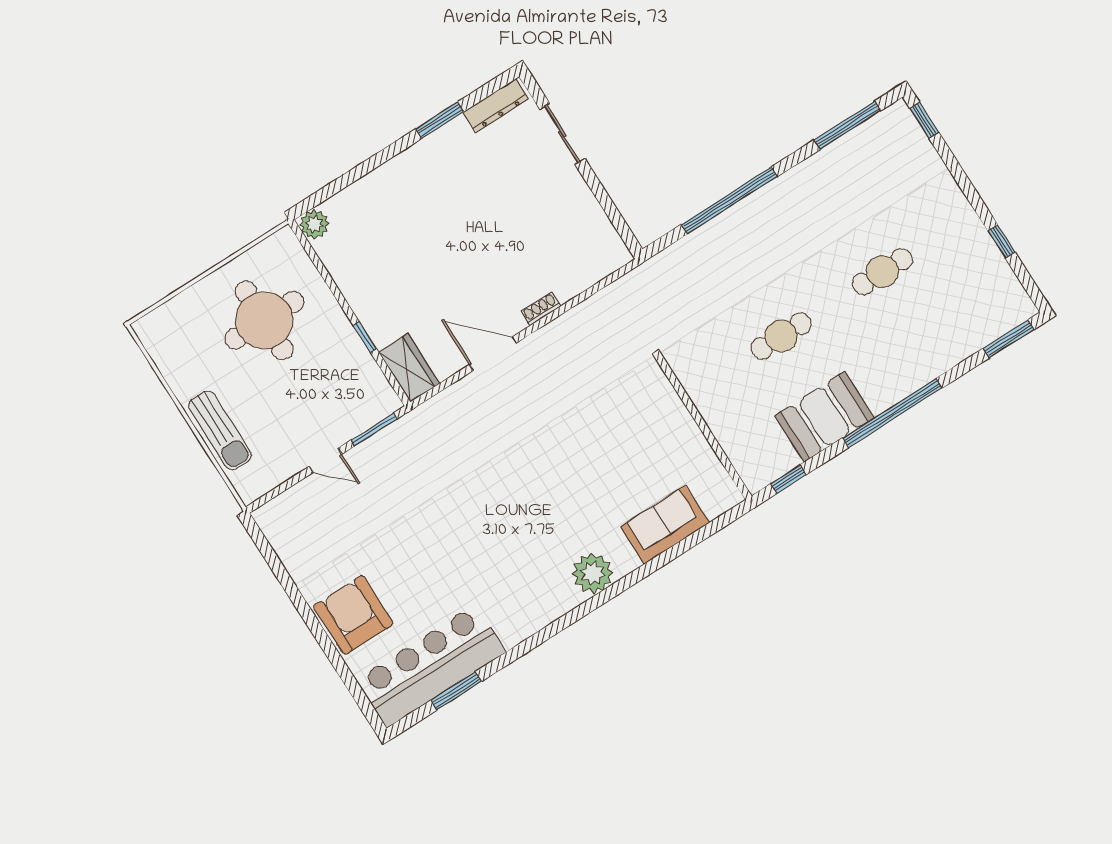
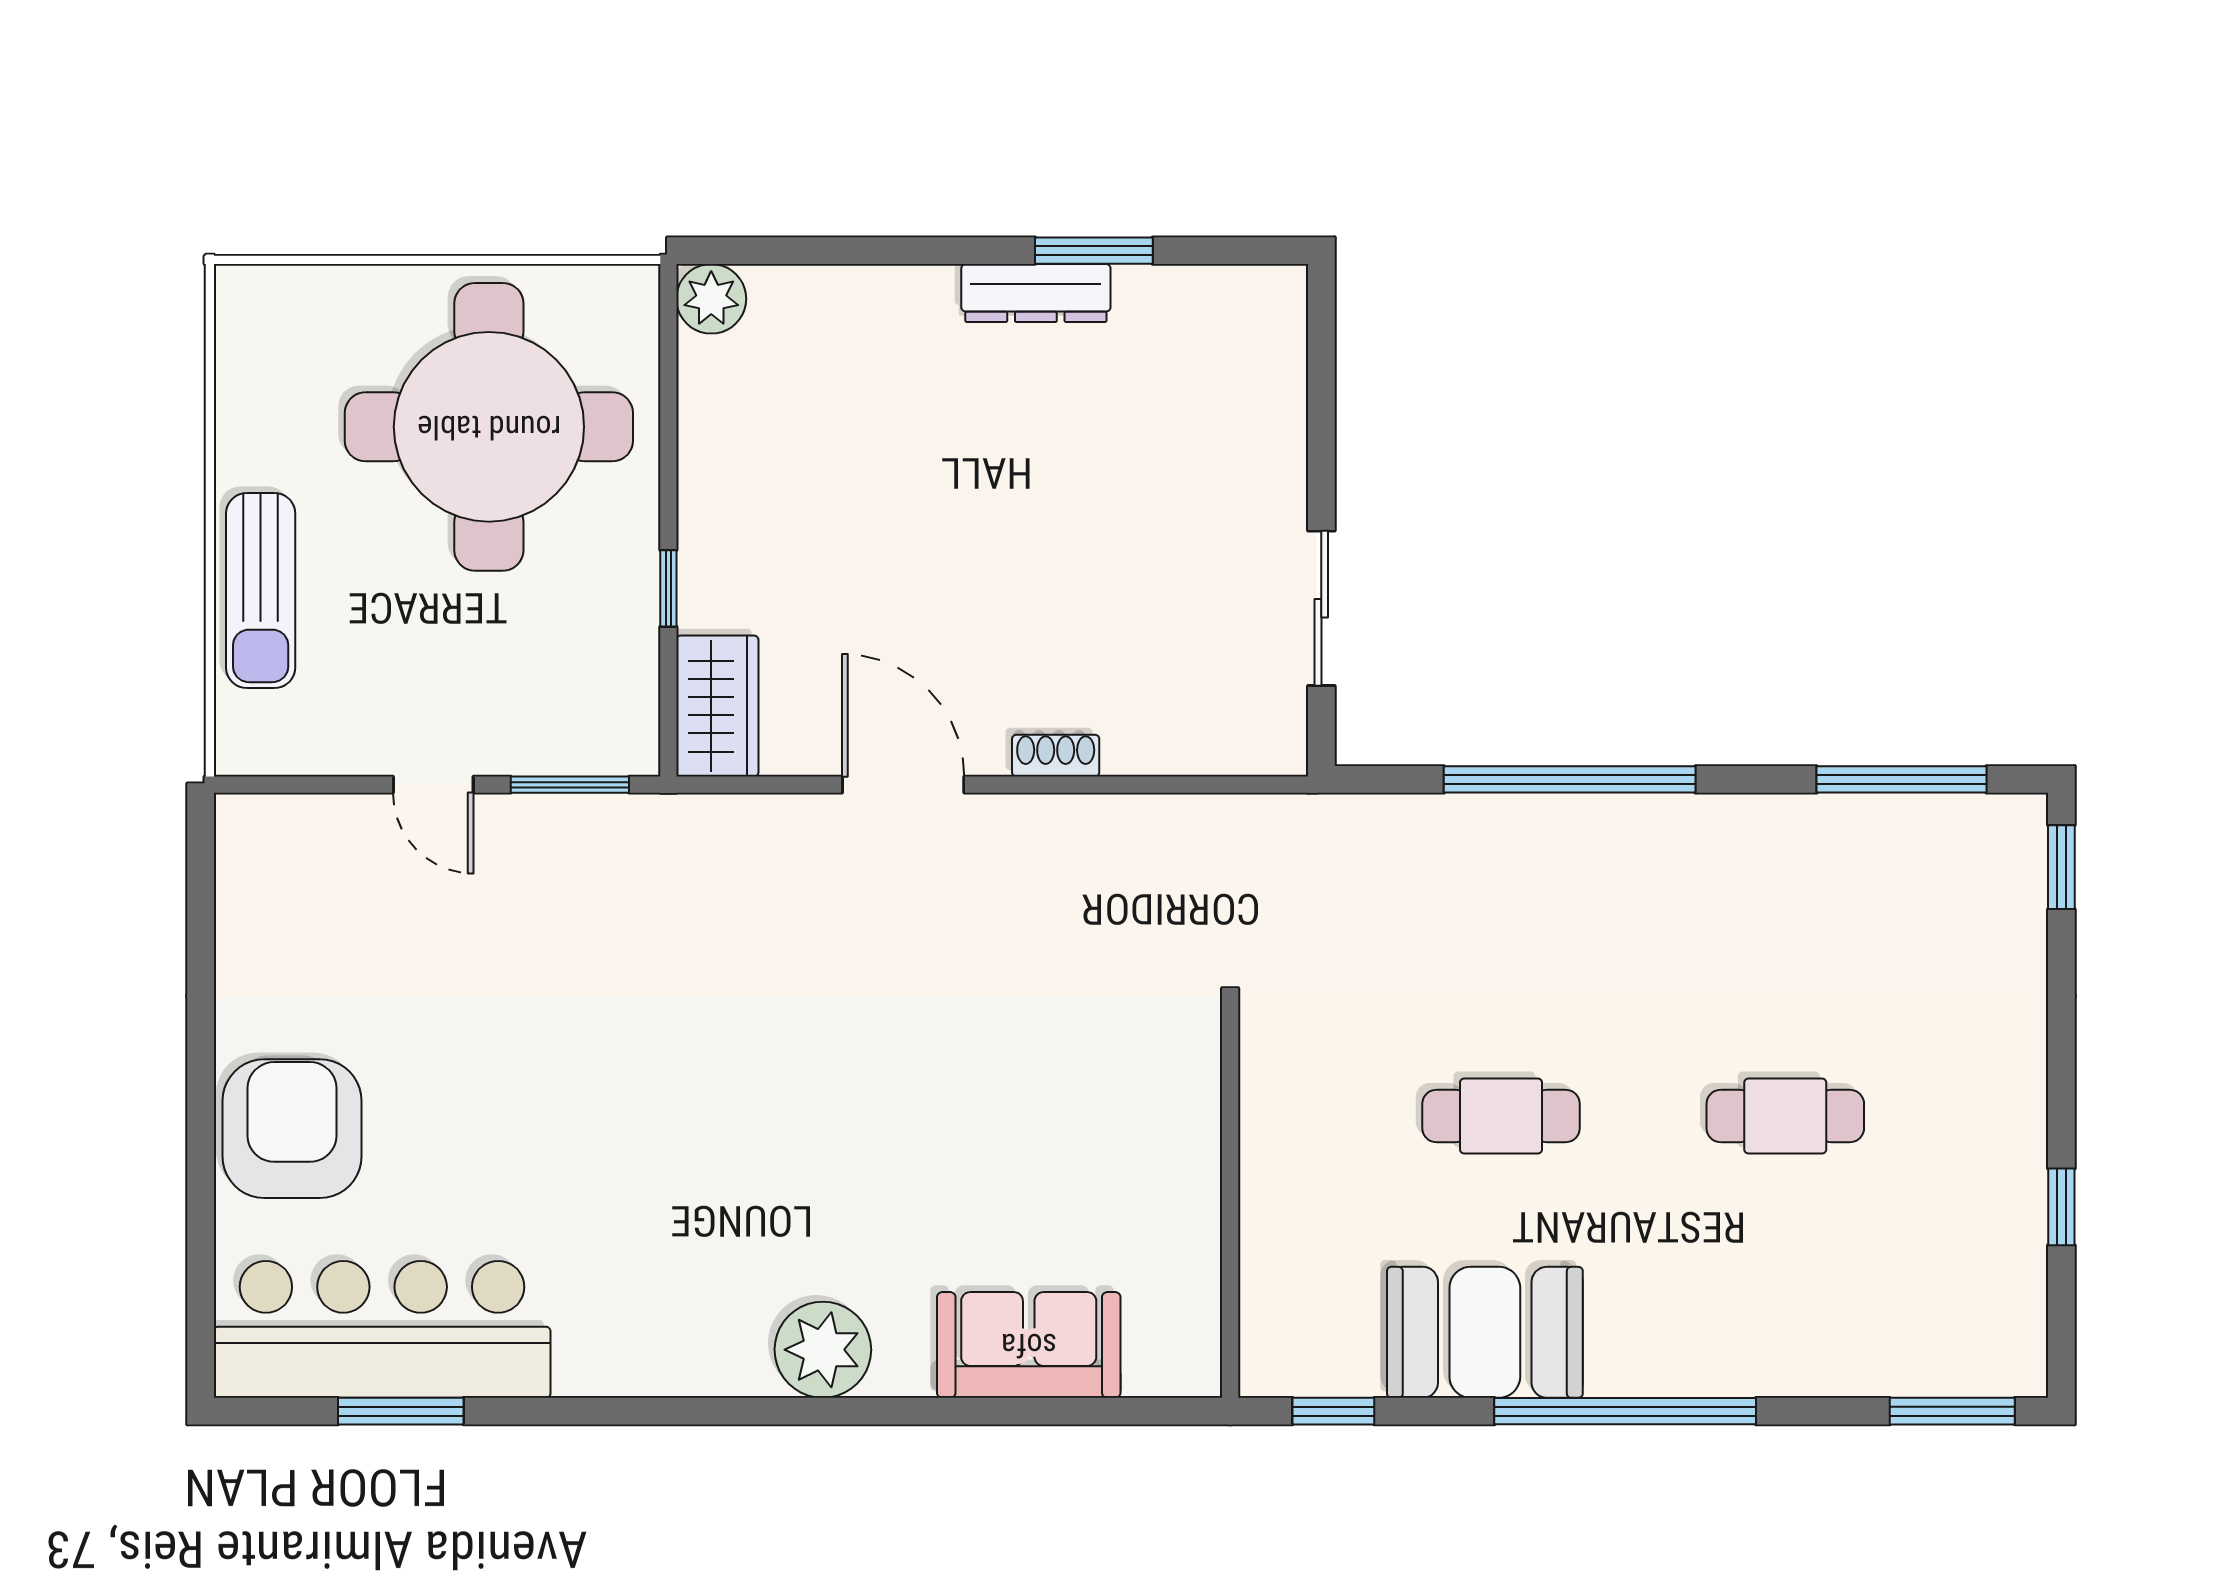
dresser: (496, 106) -> (1036, 293), moved
sliding door: (562, 134) -> (1321, 608), moved
round table: (264, 320) -> (489, 427), width x1.36, depth x1.36

